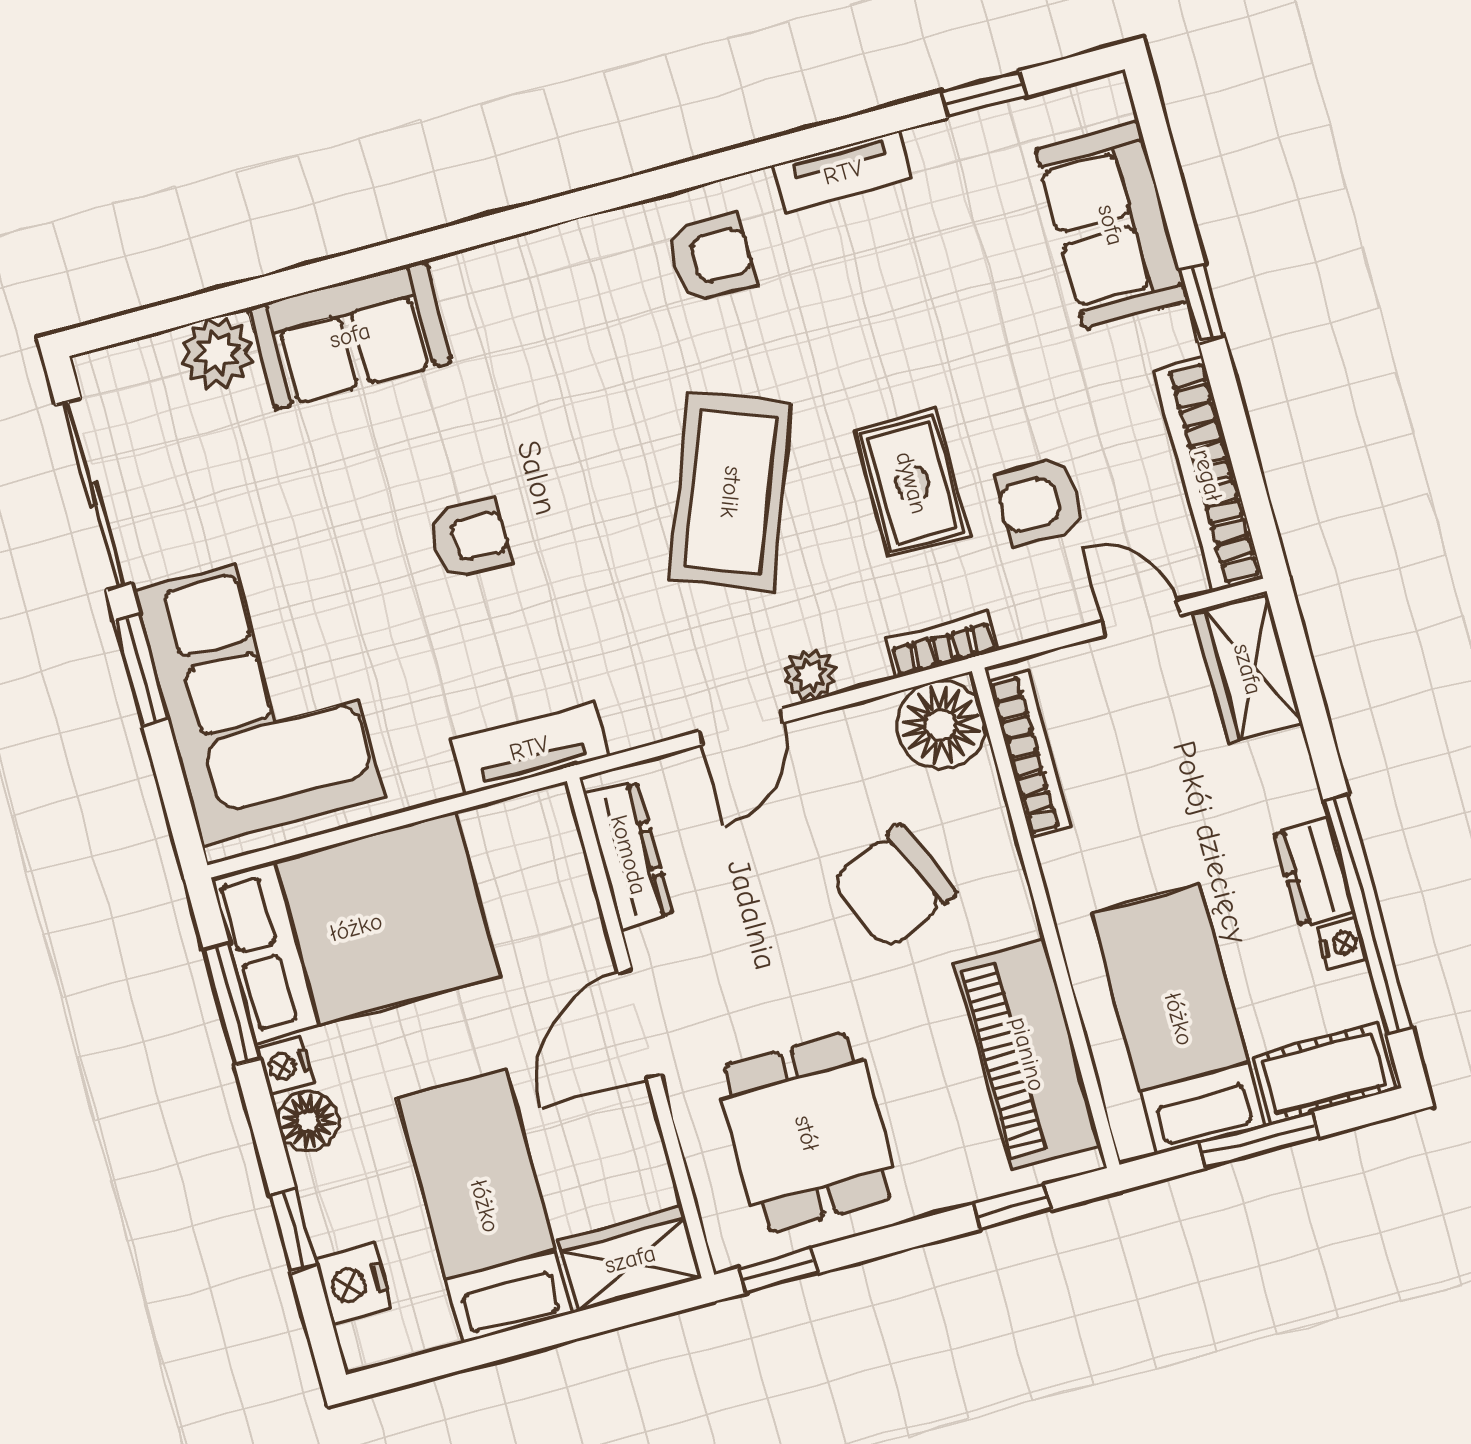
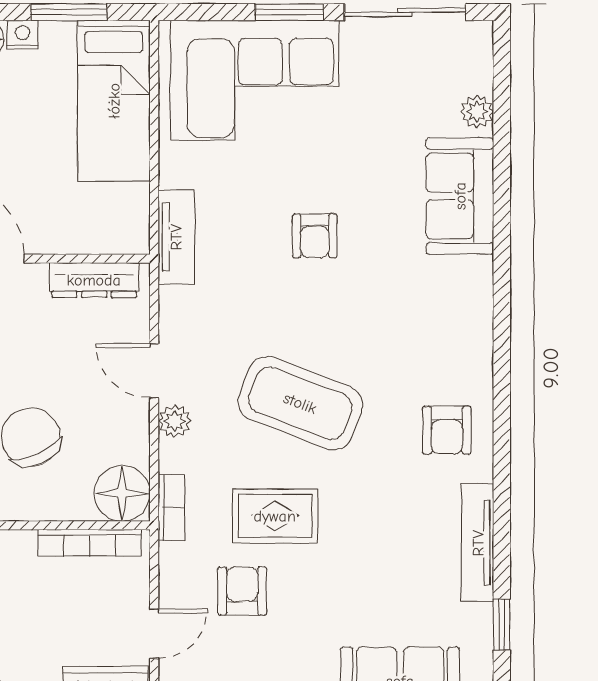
tv unit: (843, 172) -> (478, 543), width x1.41
plant: (217, 353) -> (477, 112), width x0.73, depth x0.73
bed: (356, 927) -> (114, 101), width x0.67

